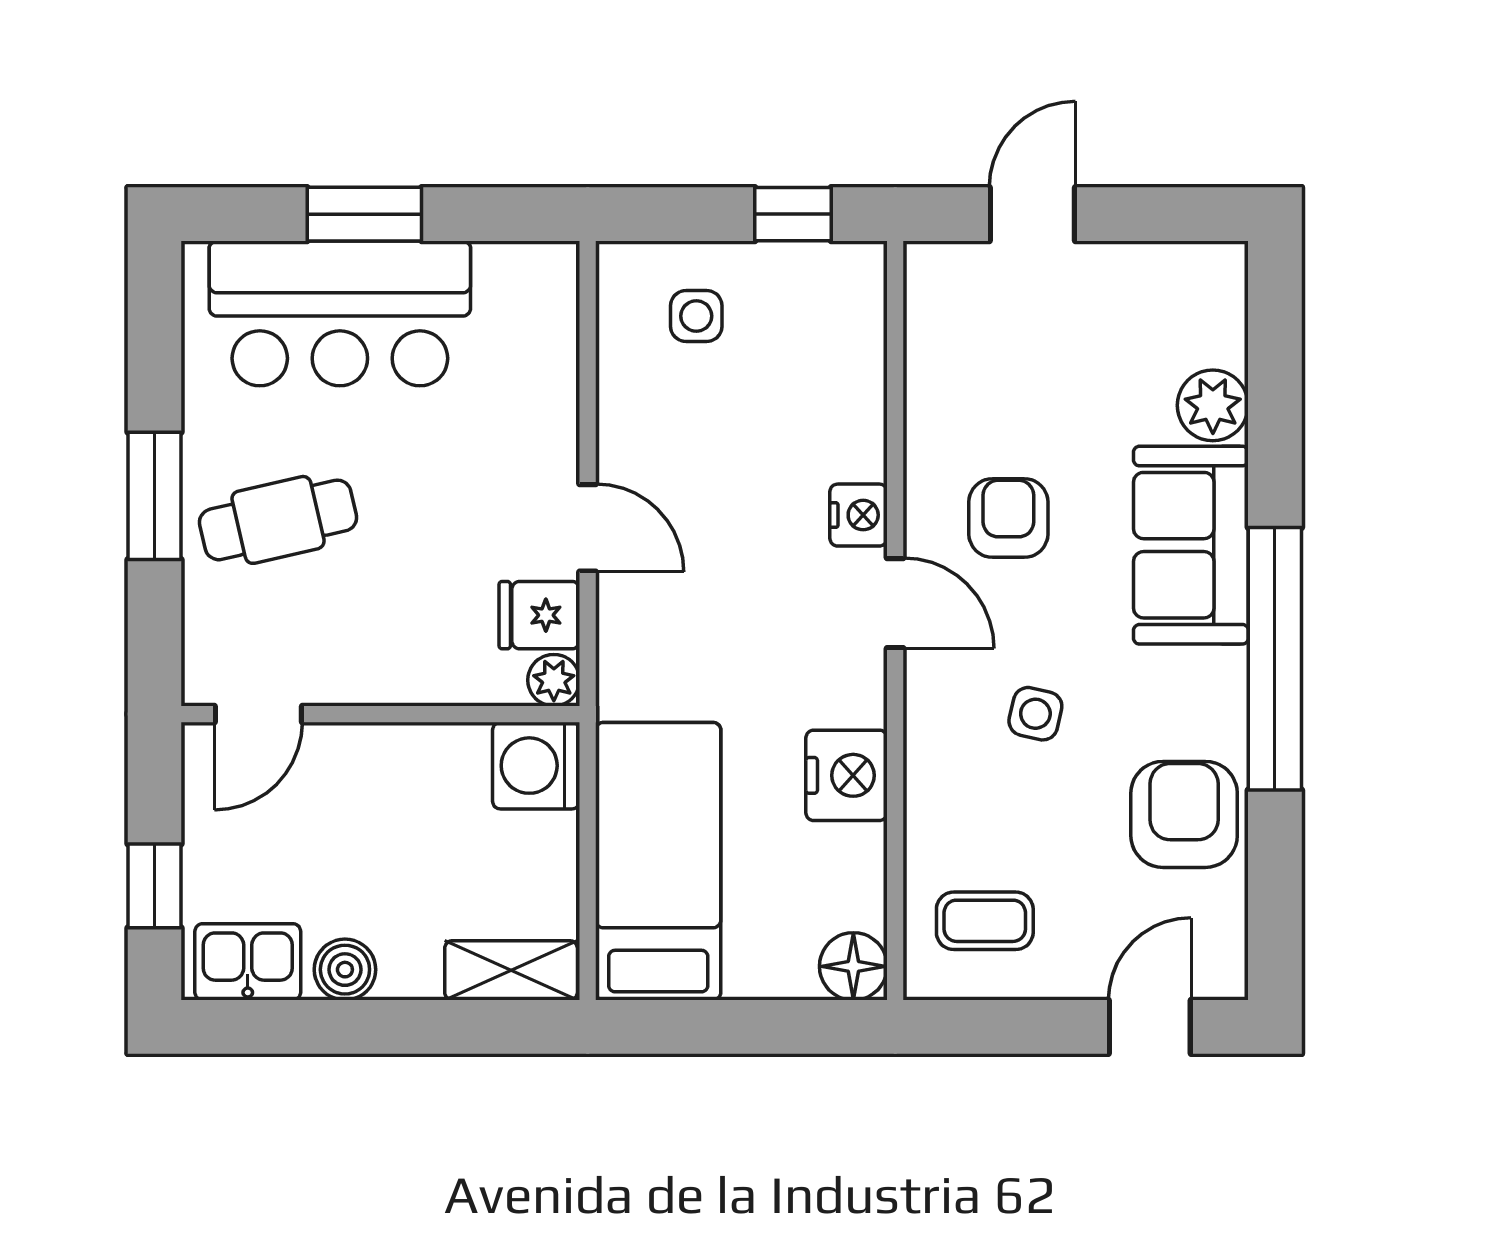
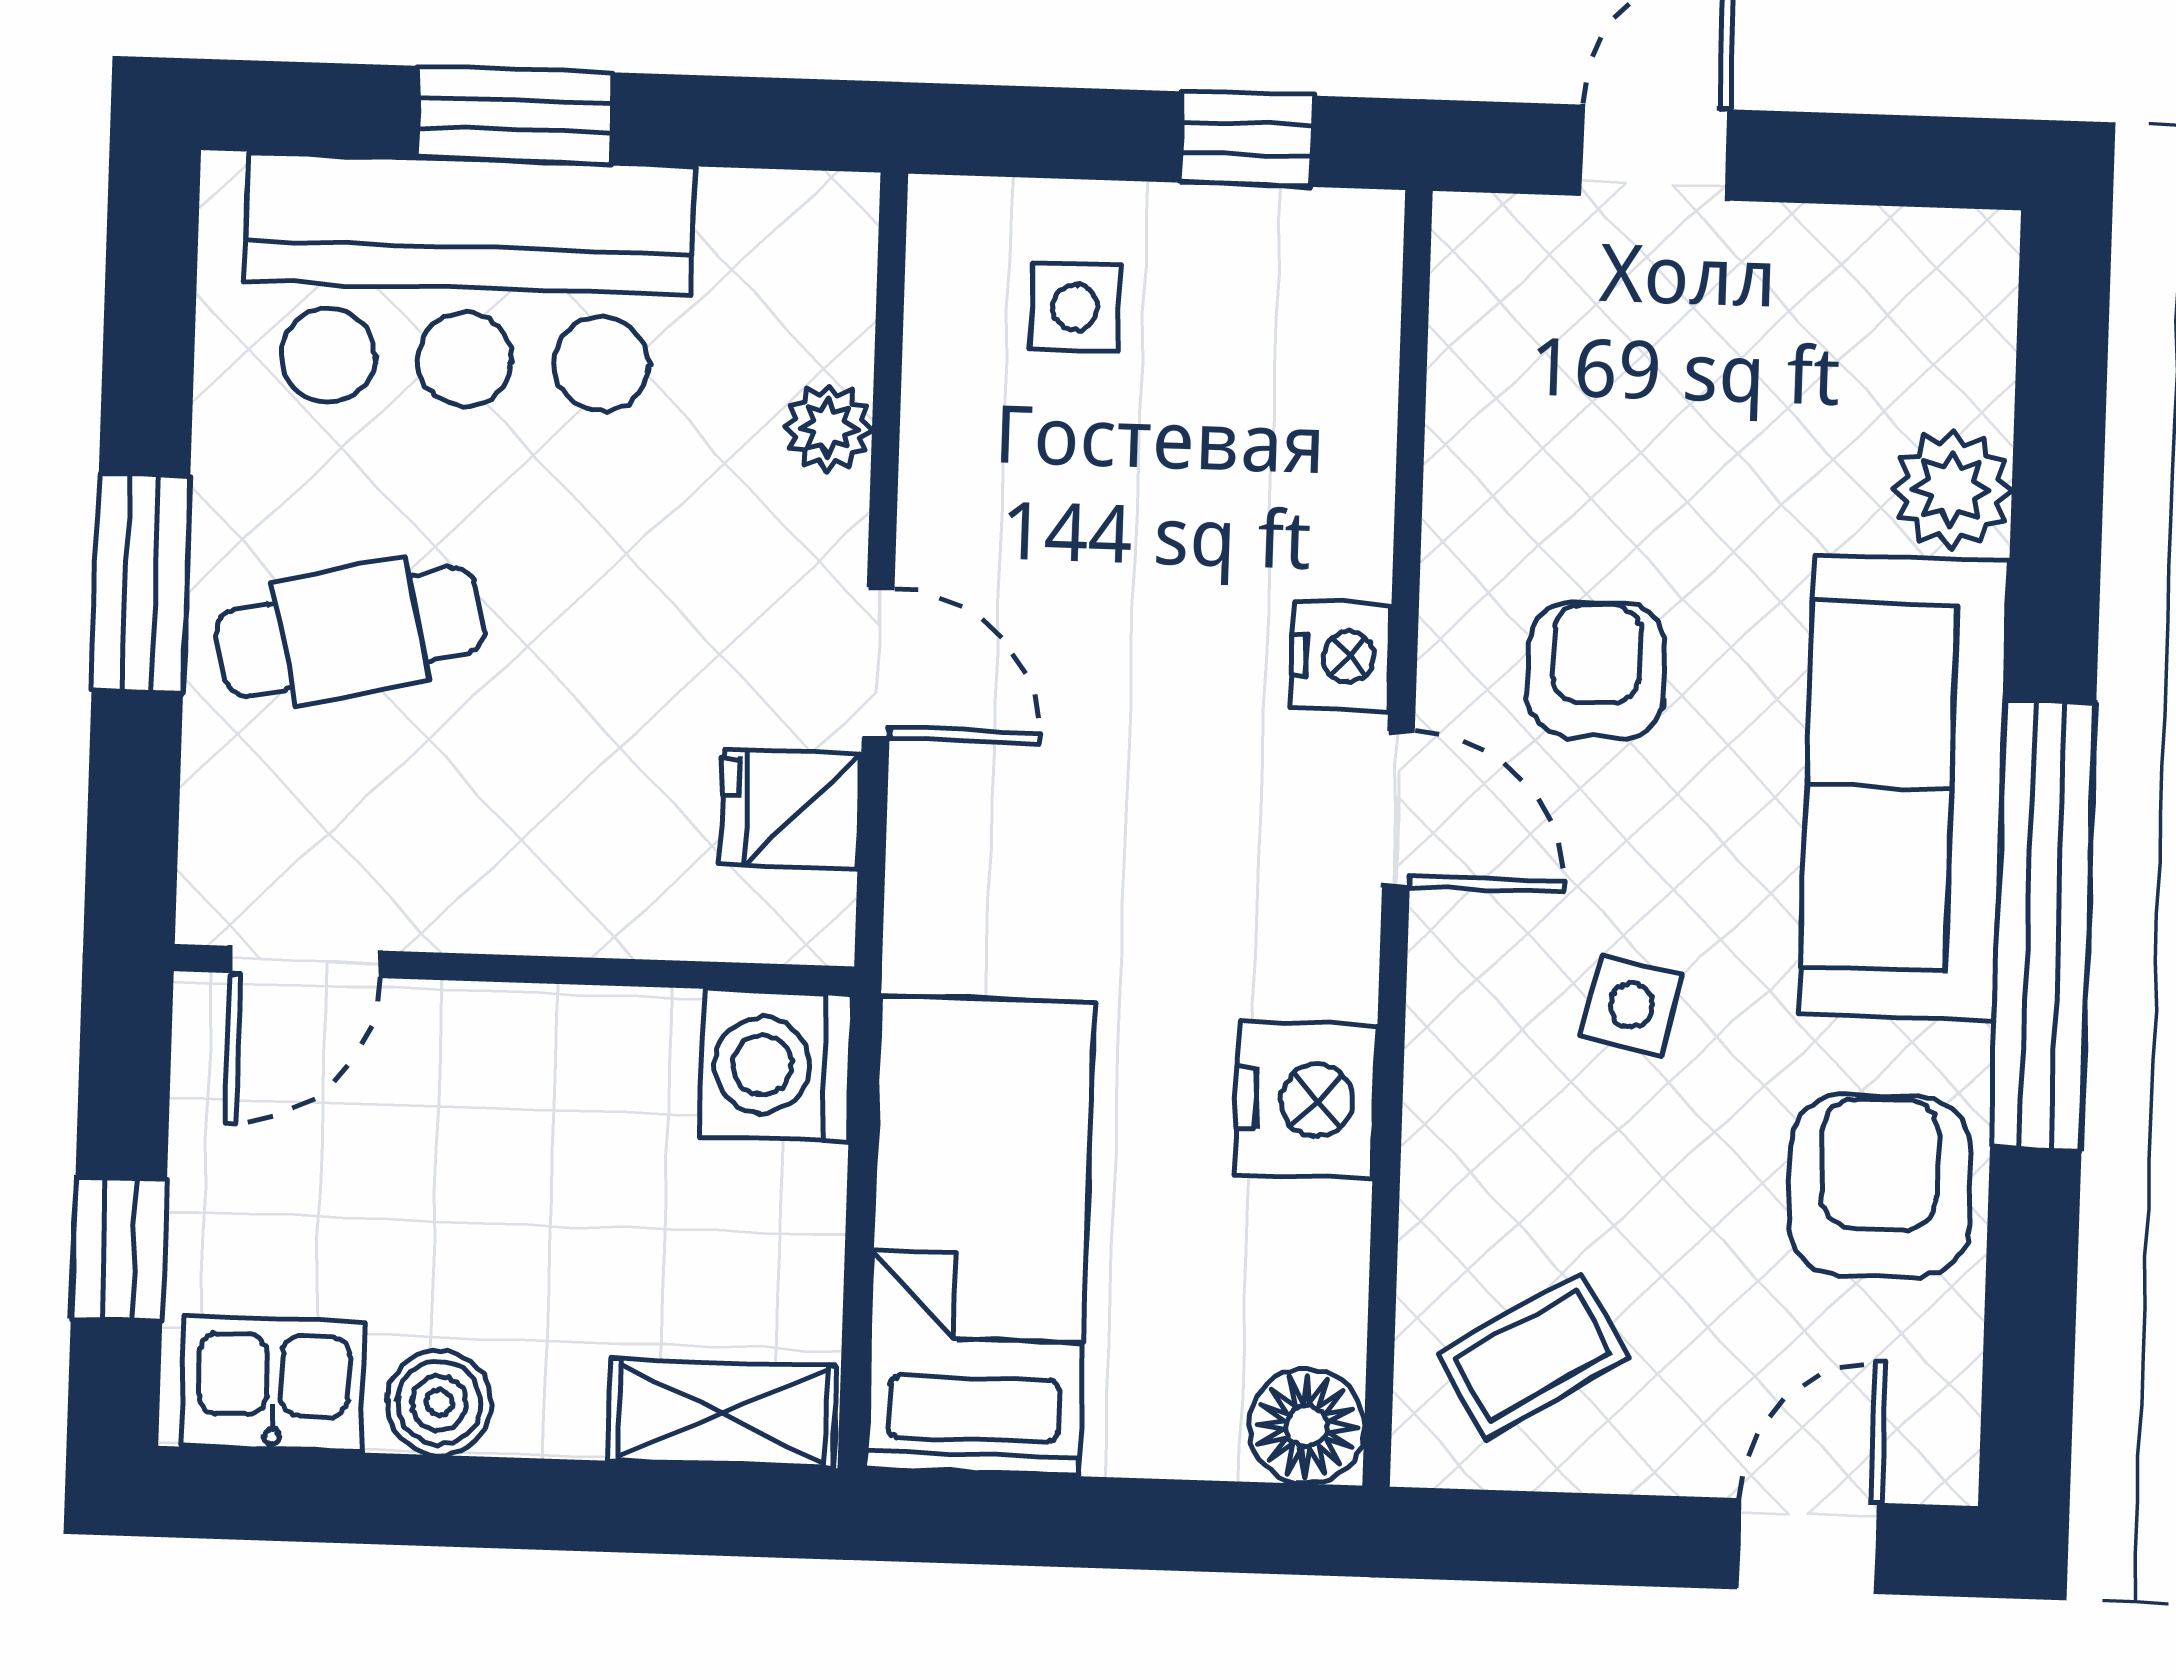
sofa: (1191, 545) -> (1904, 787), width x1.36
plant: (554, 680) -> (828, 428), moved
coffee table: (985, 921) -> (1533, 1356), turned -31

